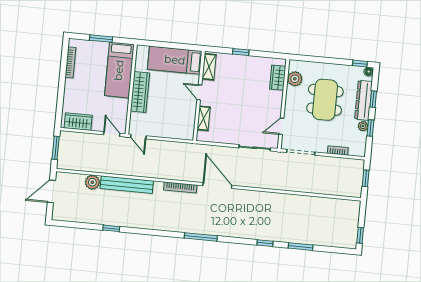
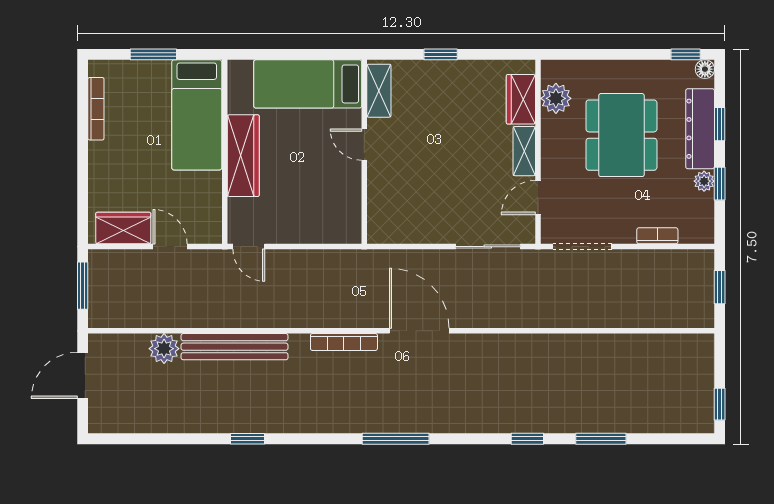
shelving: (204, 118) -> (524, 151), moved
door: (112, 134) -> (170, 247), moved
window: (111, 228) -> (248, 439), moved

